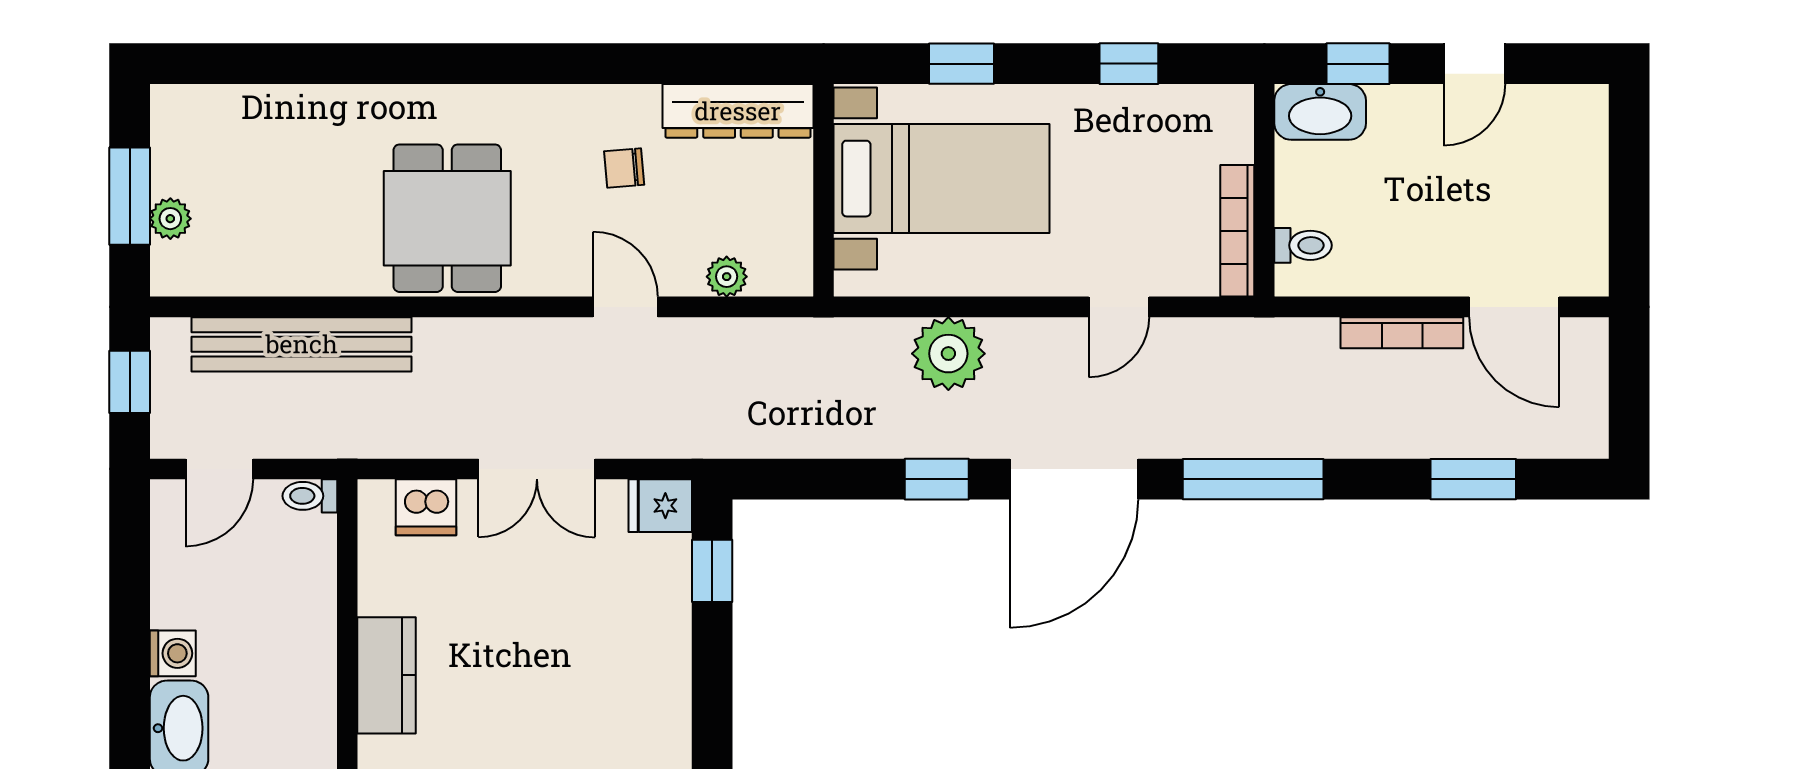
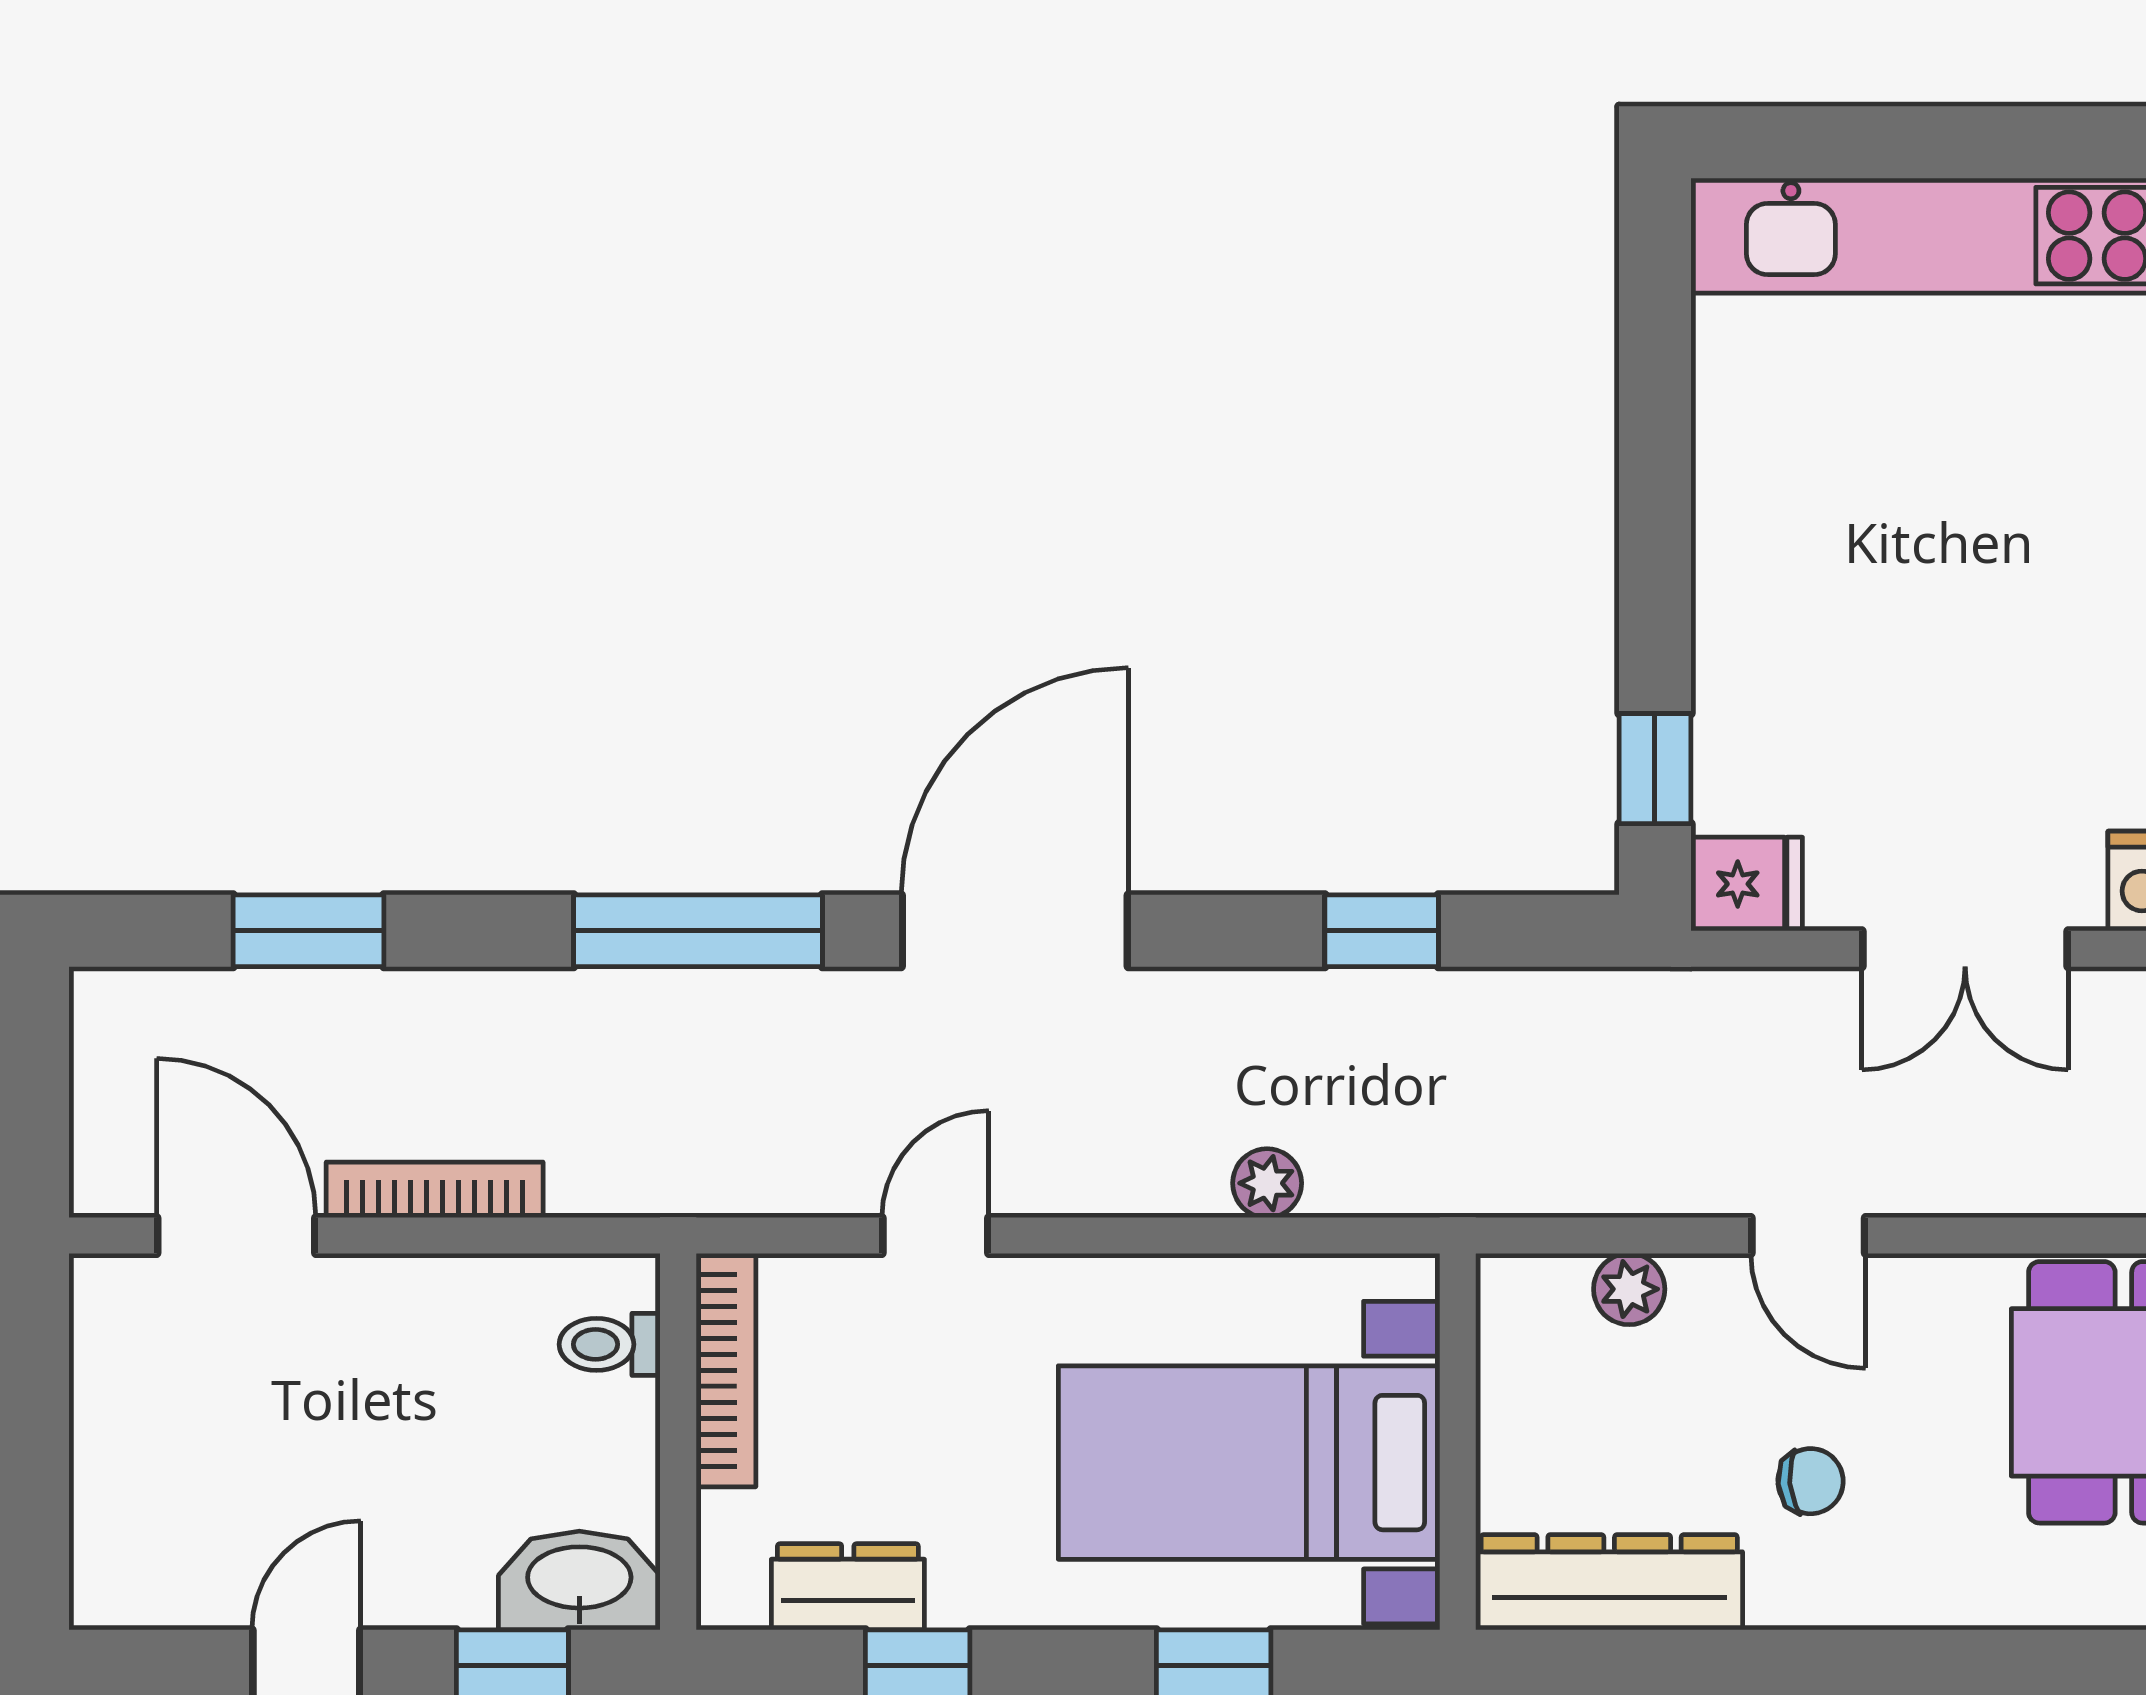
dresser: (1168, 108) -> (848, 1587), added
plant: (948, 354) -> (1267, 1183), width x0.53, depth x0.53
double door: (537, 469) -> (1965, 949), swing flipped
window: (937, 479) -> (1382, 931), moved

